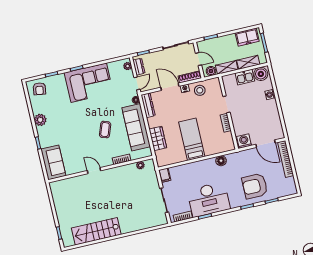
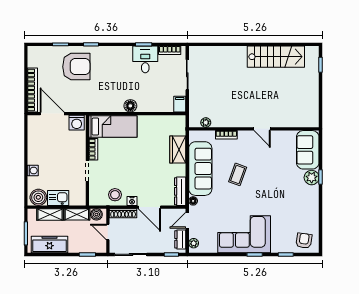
freezer: (247, 37) -> (49, 245), width x1.40
plant: (40, 120) -> (312, 178), moved
bed: (192, 139) -> (113, 127), moved, turned -90
floor lamp: (221, 161) -> (130, 106), moved
desk: (209, 199) -> (145, 59), width x0.53, depth x0.77

